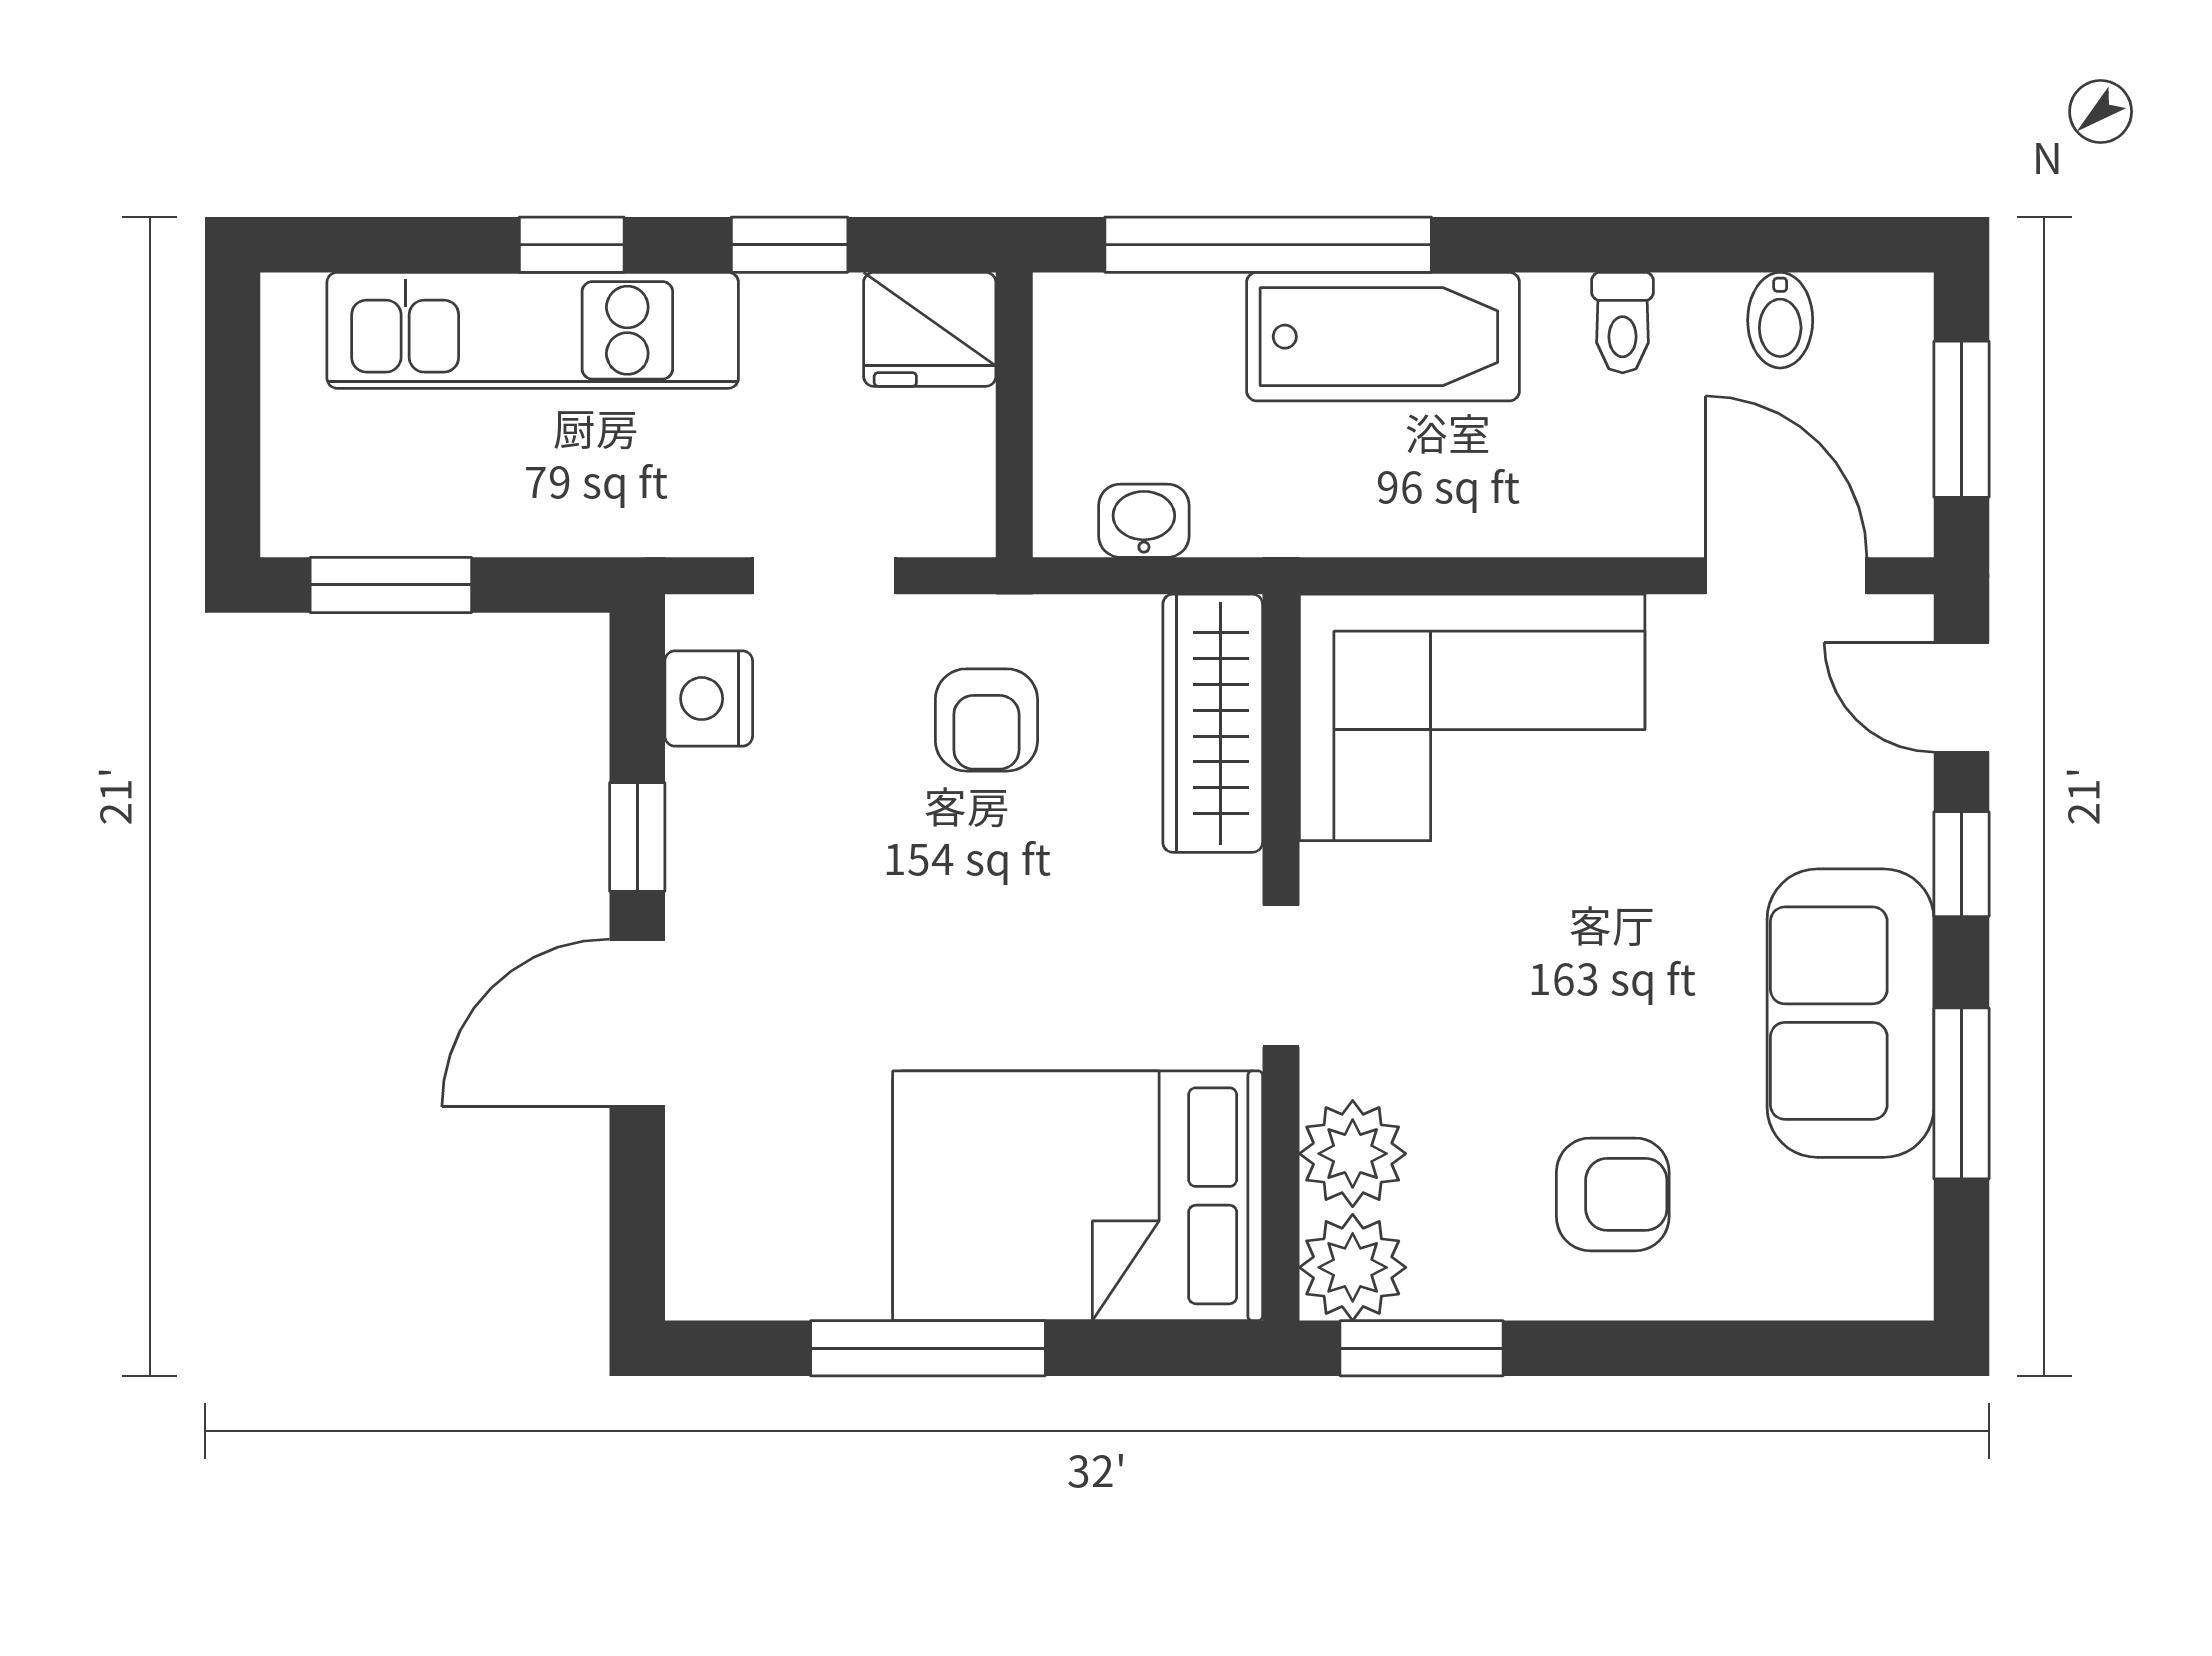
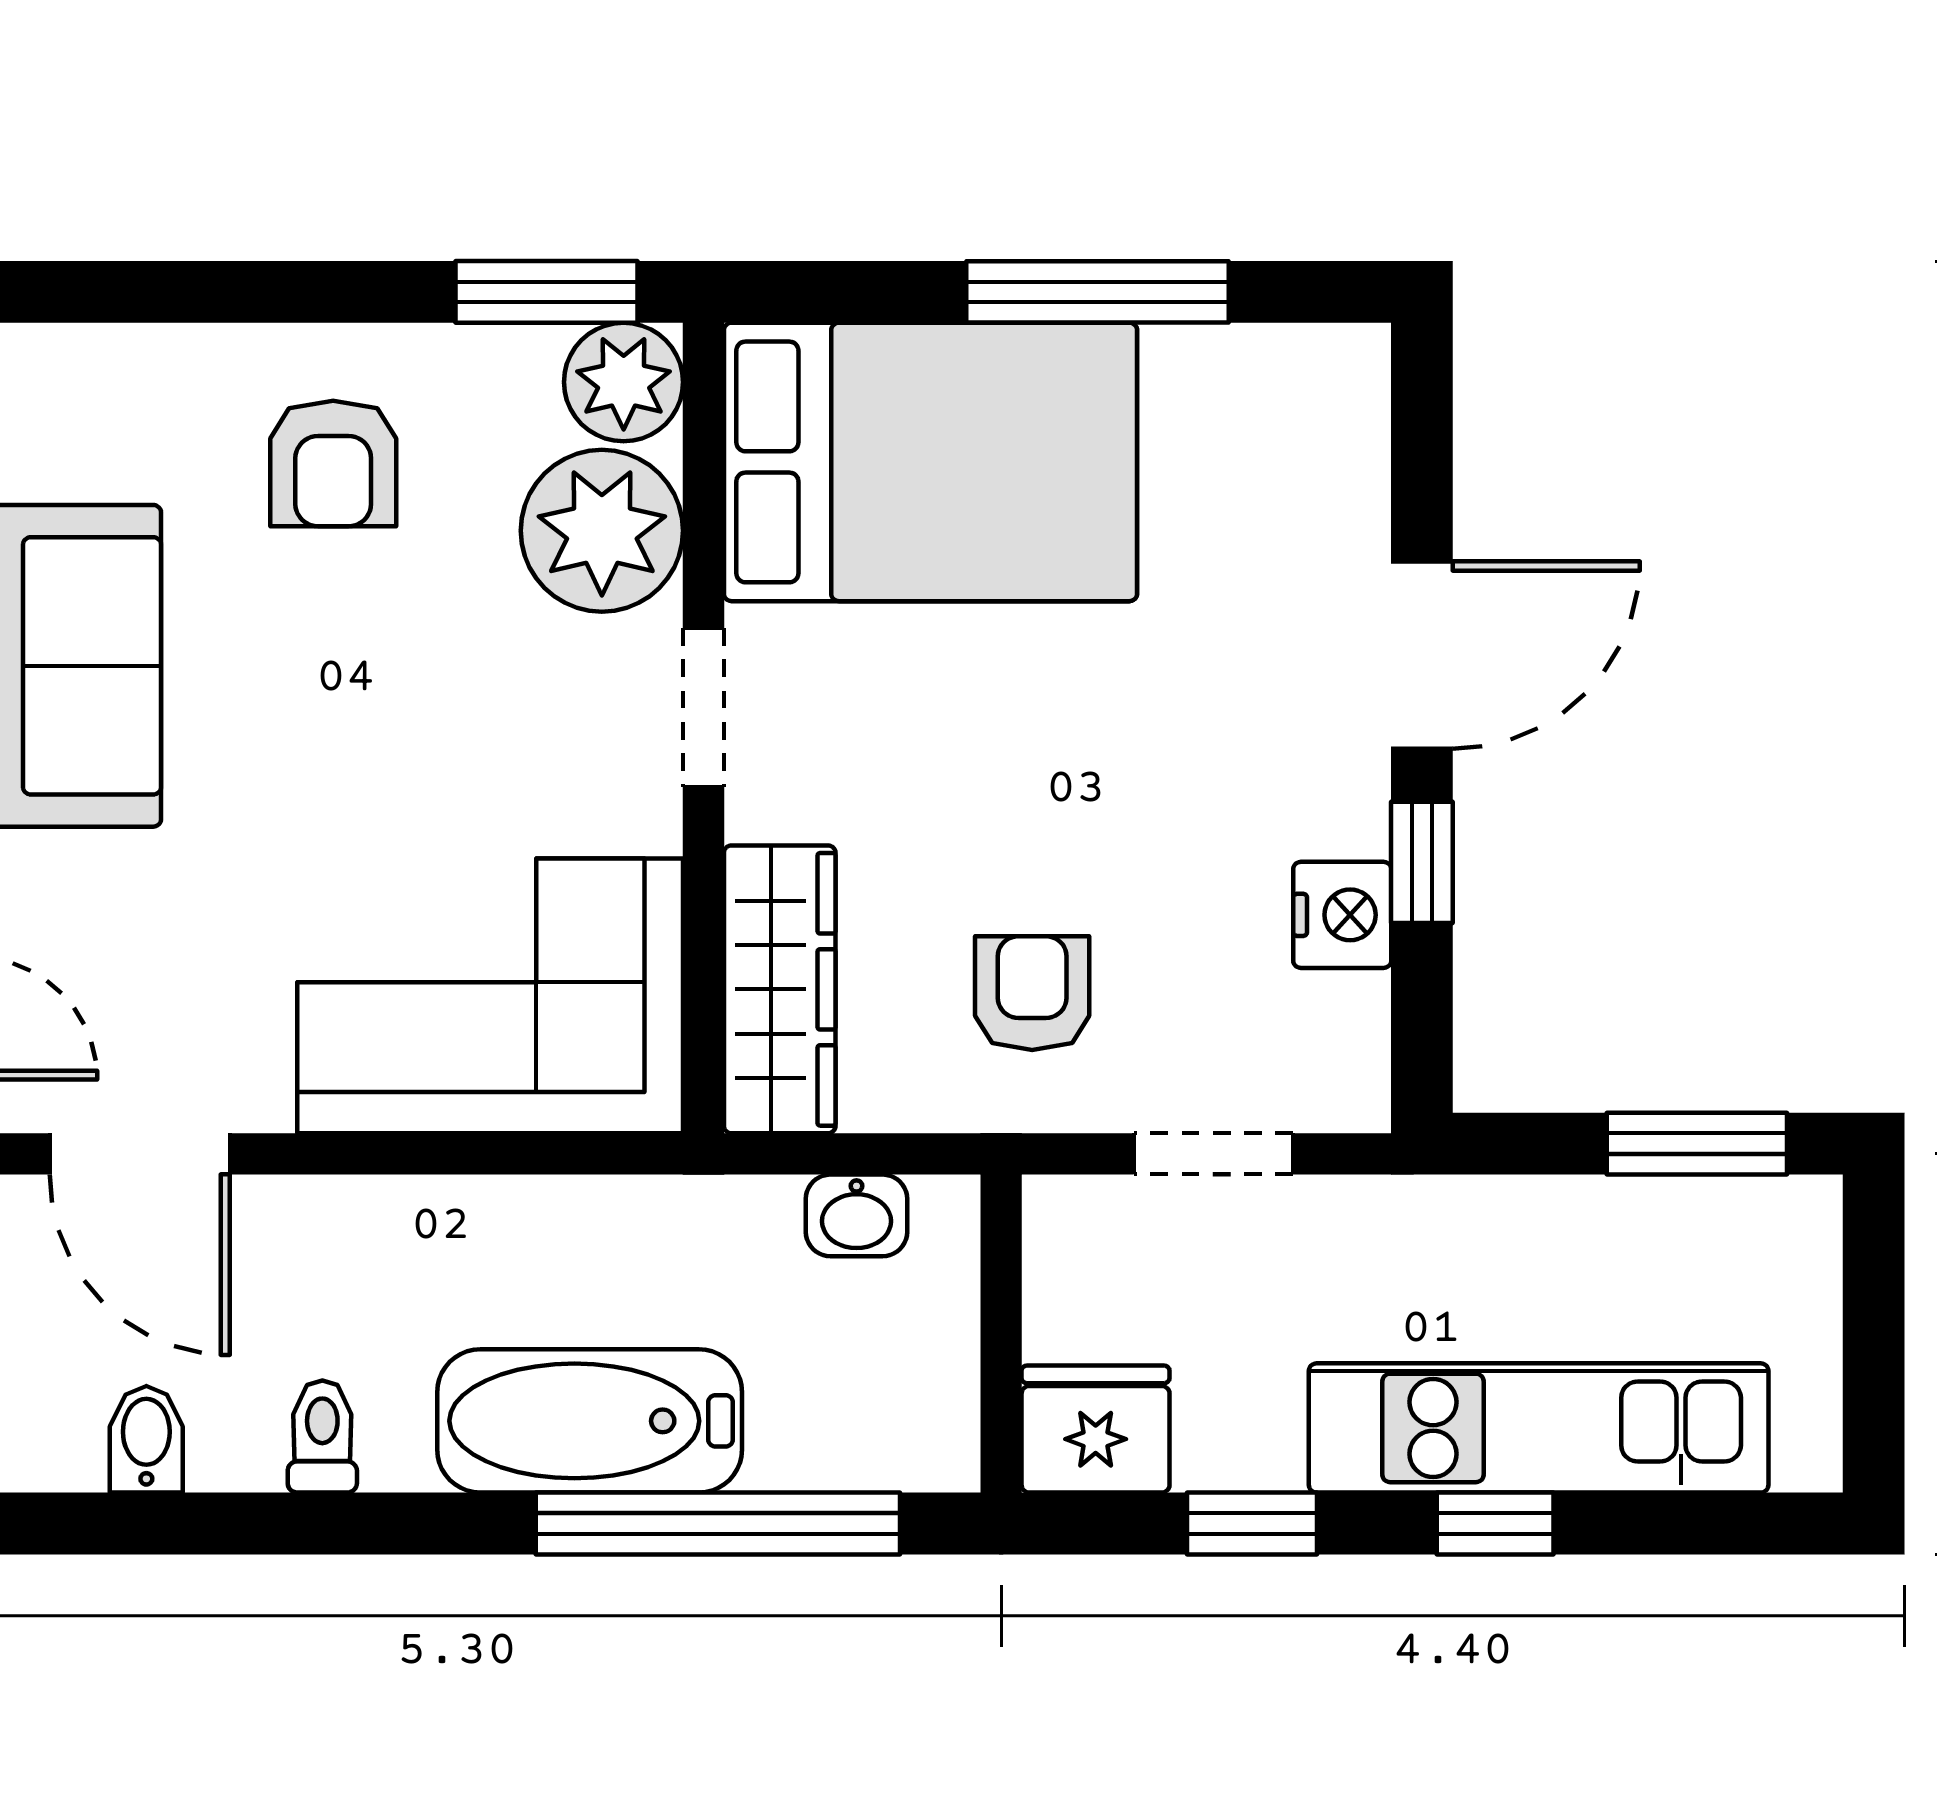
nightstand: (709, 699) -> (1342, 915), moved
plant: (1353, 1154) -> (602, 531), width x1.36, depth x1.36
armchair: (1613, 1194) -> (333, 463), turned -90

